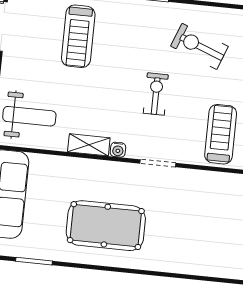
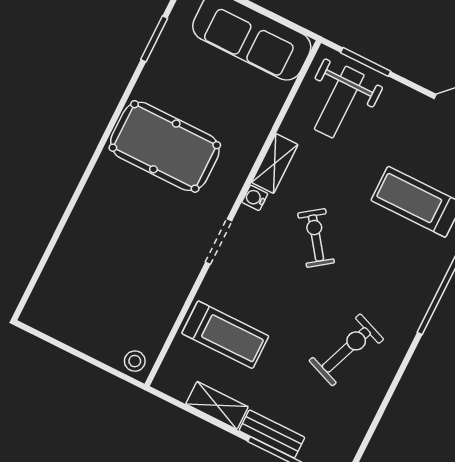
exercise bike: (156, 94) -> (316, 238), moved, turned -126
pool table: (106, 226) -> (165, 146), turned 90

